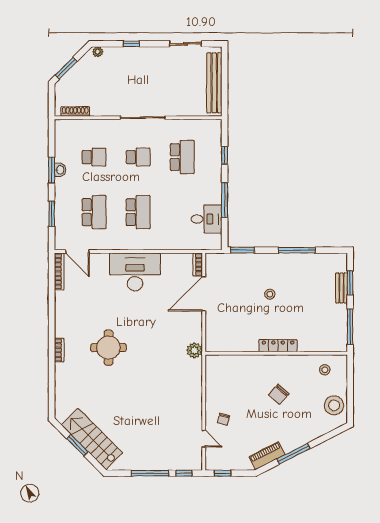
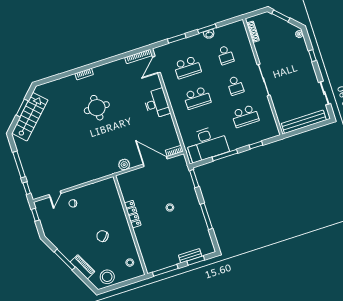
desk: (206, 219) -> (207, 144), width x1.87, depth x1.30
desk: (135, 272) -> (157, 103), width x0.73, depth x0.77
locker: (278, 346) -> (133, 214), moved
plant: (194, 350) -> (124, 165), moved
piano: (267, 456) -> (82, 267), moved

